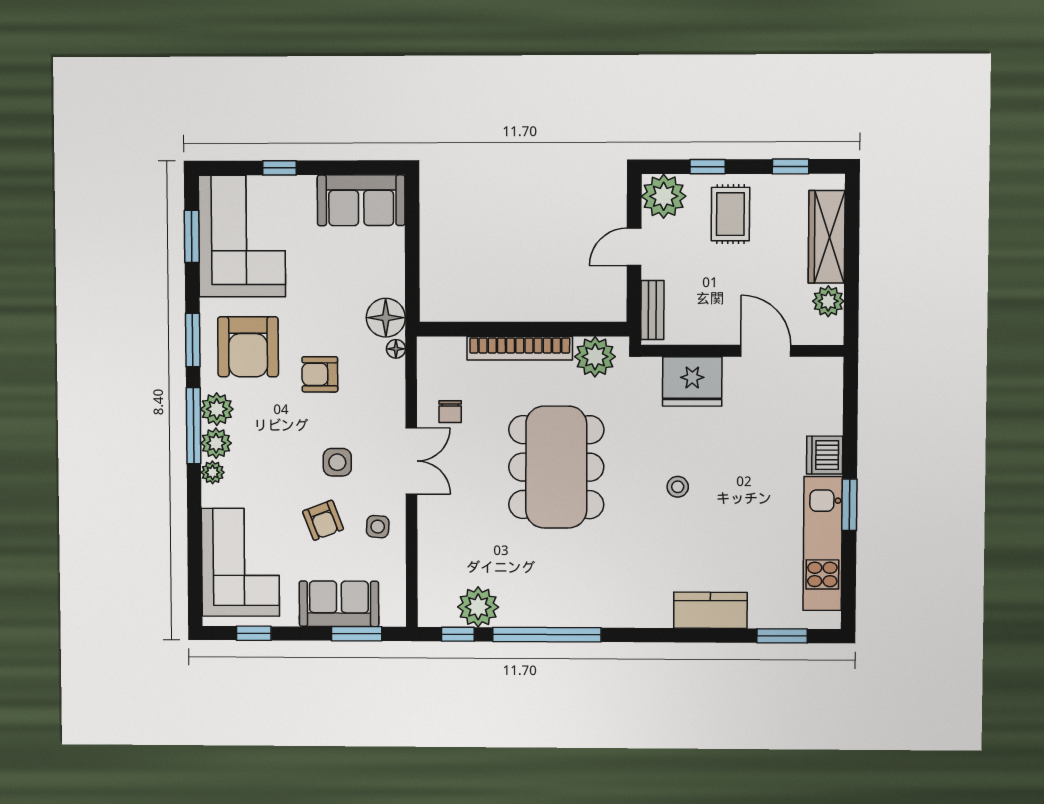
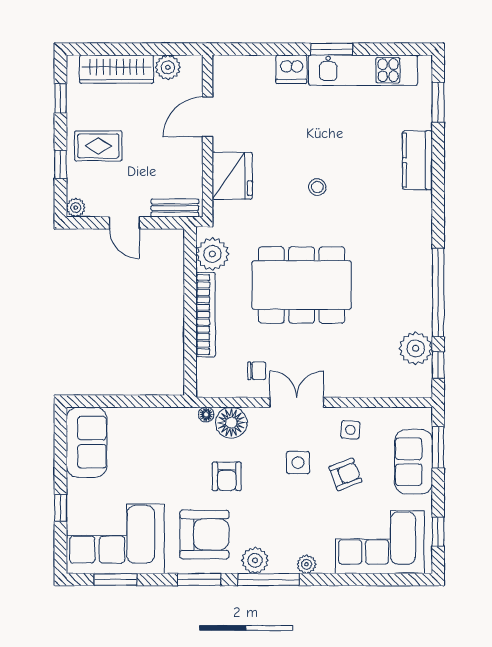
plant: (664, 196) -> (76, 208), width x0.53, depth x0.53
floor lamp: (386, 318) -> (231, 423), moved
plant: (216, 443) -> (283, 561), removed

